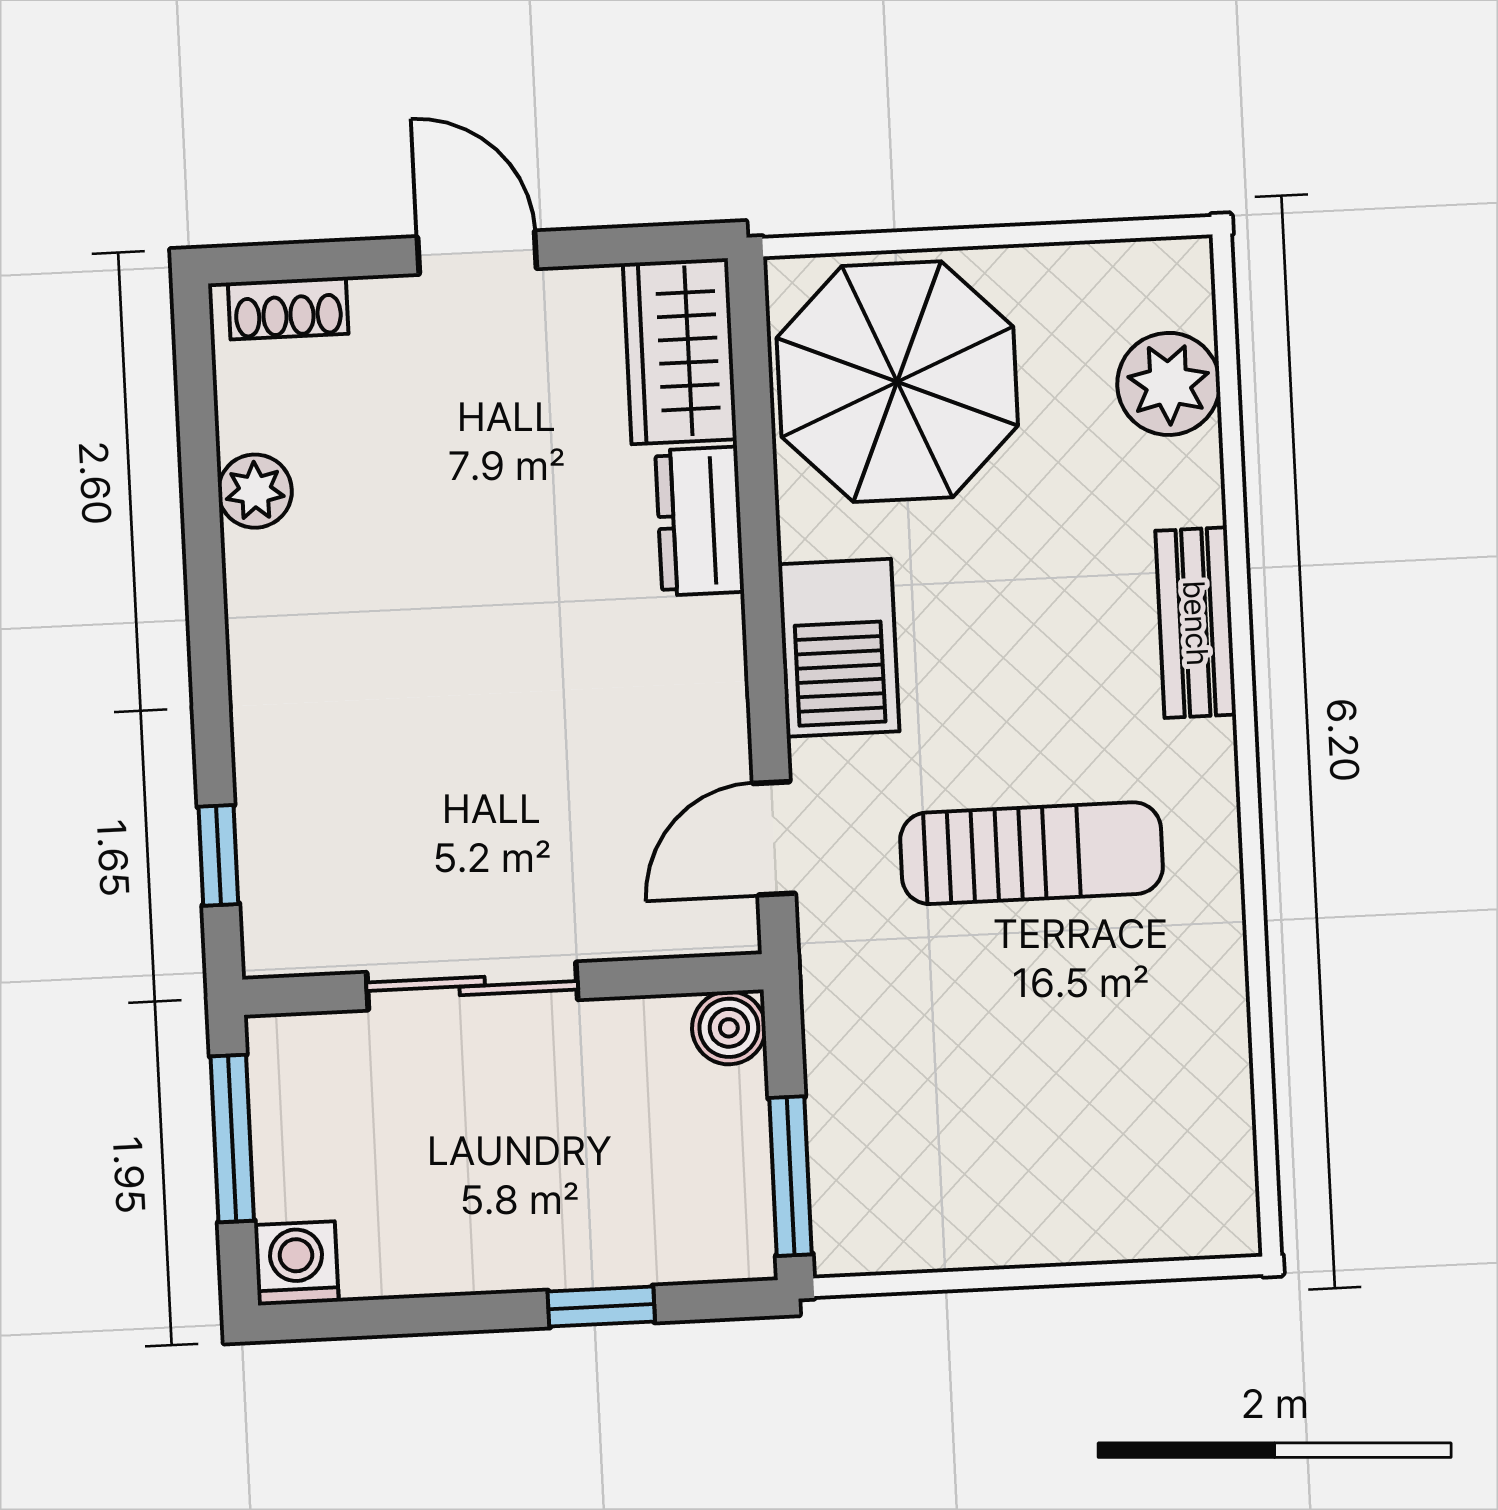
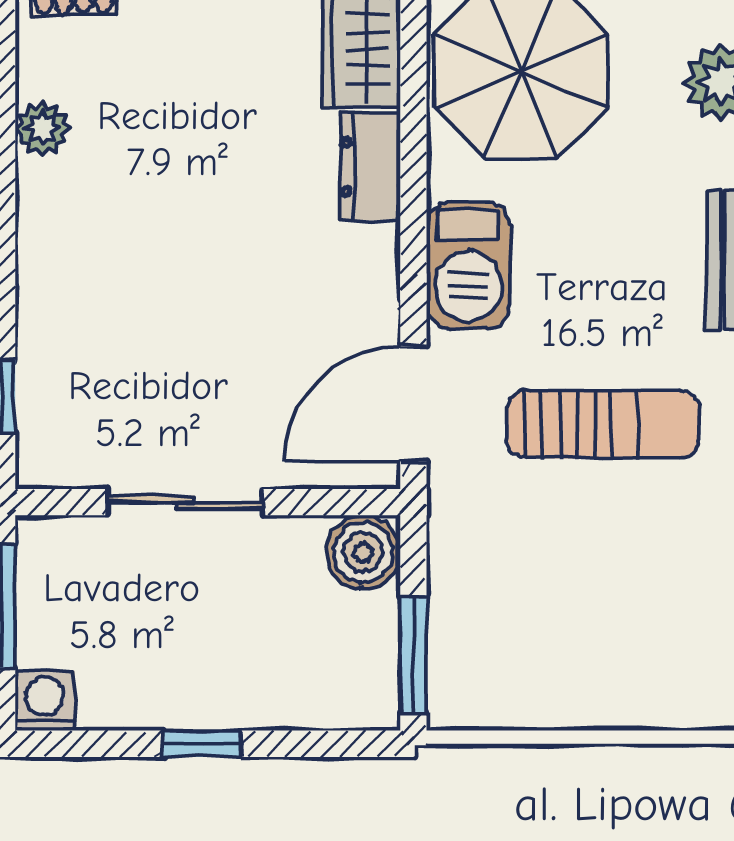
door: (774, 838) -> (413, 404), width x1.38
boiler: (729, 1028) -> (363, 552), width x1.36, depth x1.36
window: (601, 1306) -> (202, 744), moved

